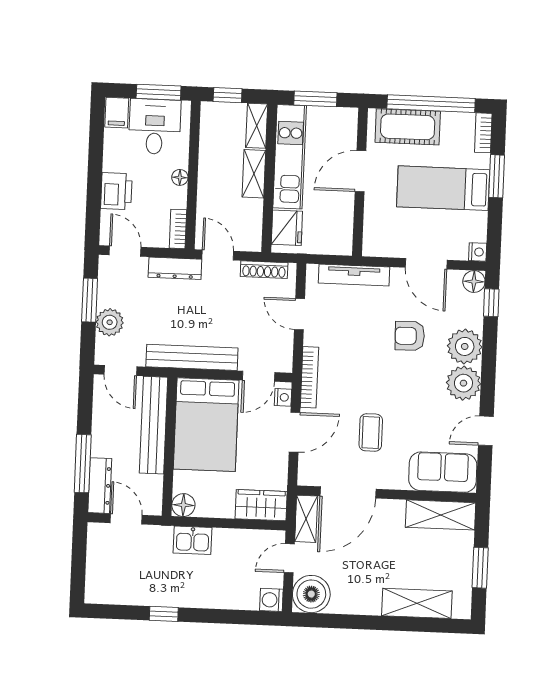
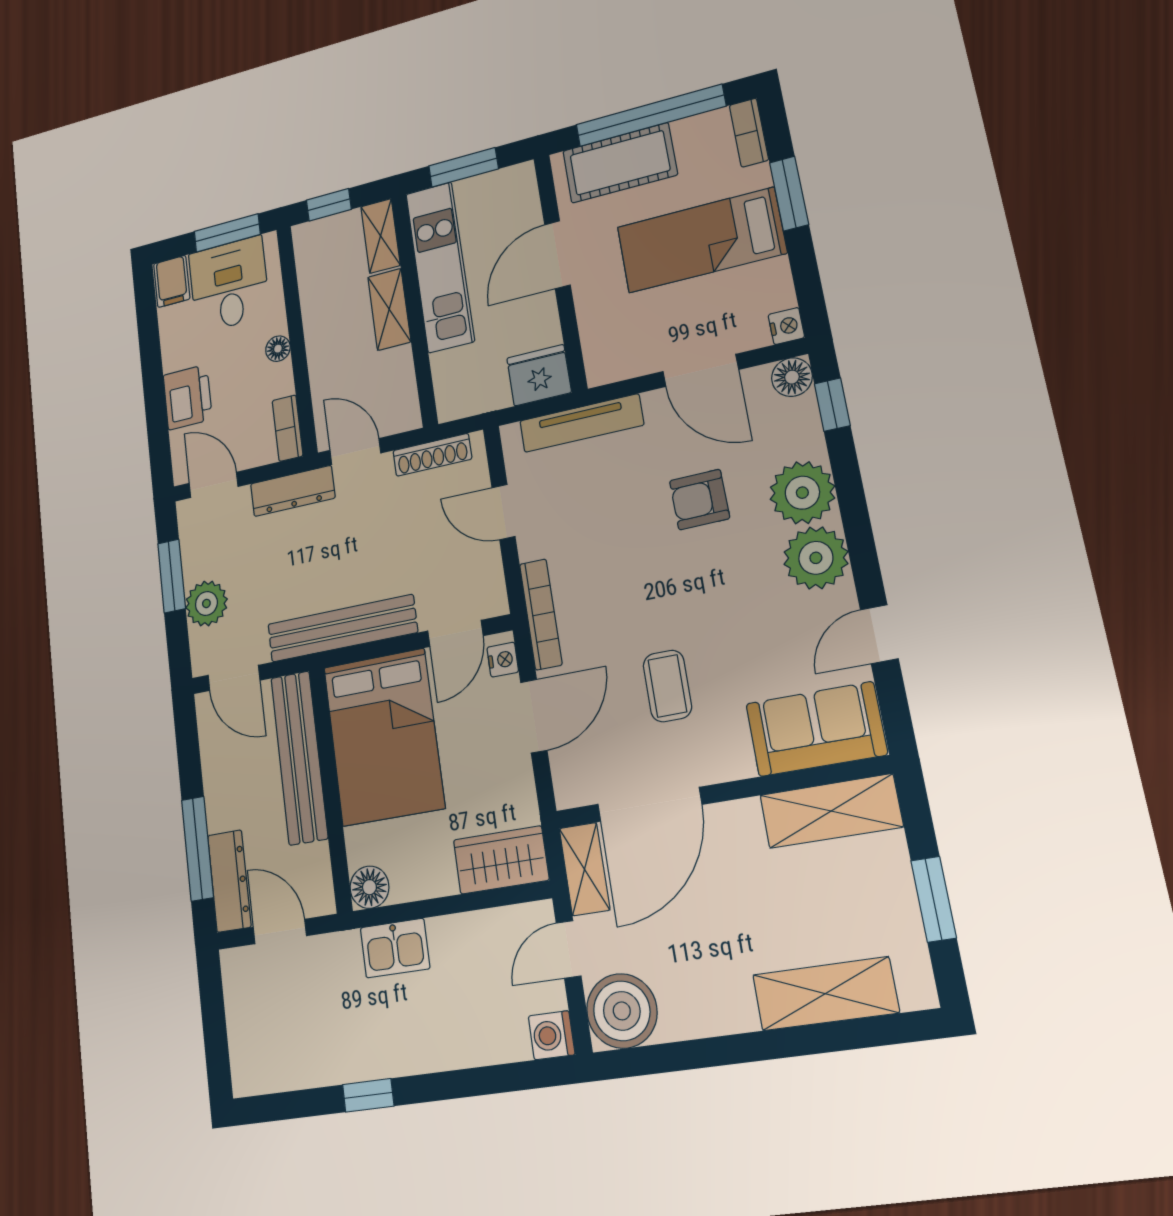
fridge: (287, 228) -> (539, 375), moved, turned -90

